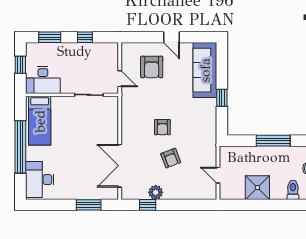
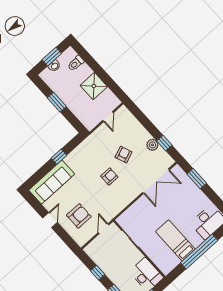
bed: (40, 121) -> (175, 240), moved, turned -90
window: (273, 141) -> (57, 102), width x0.69

